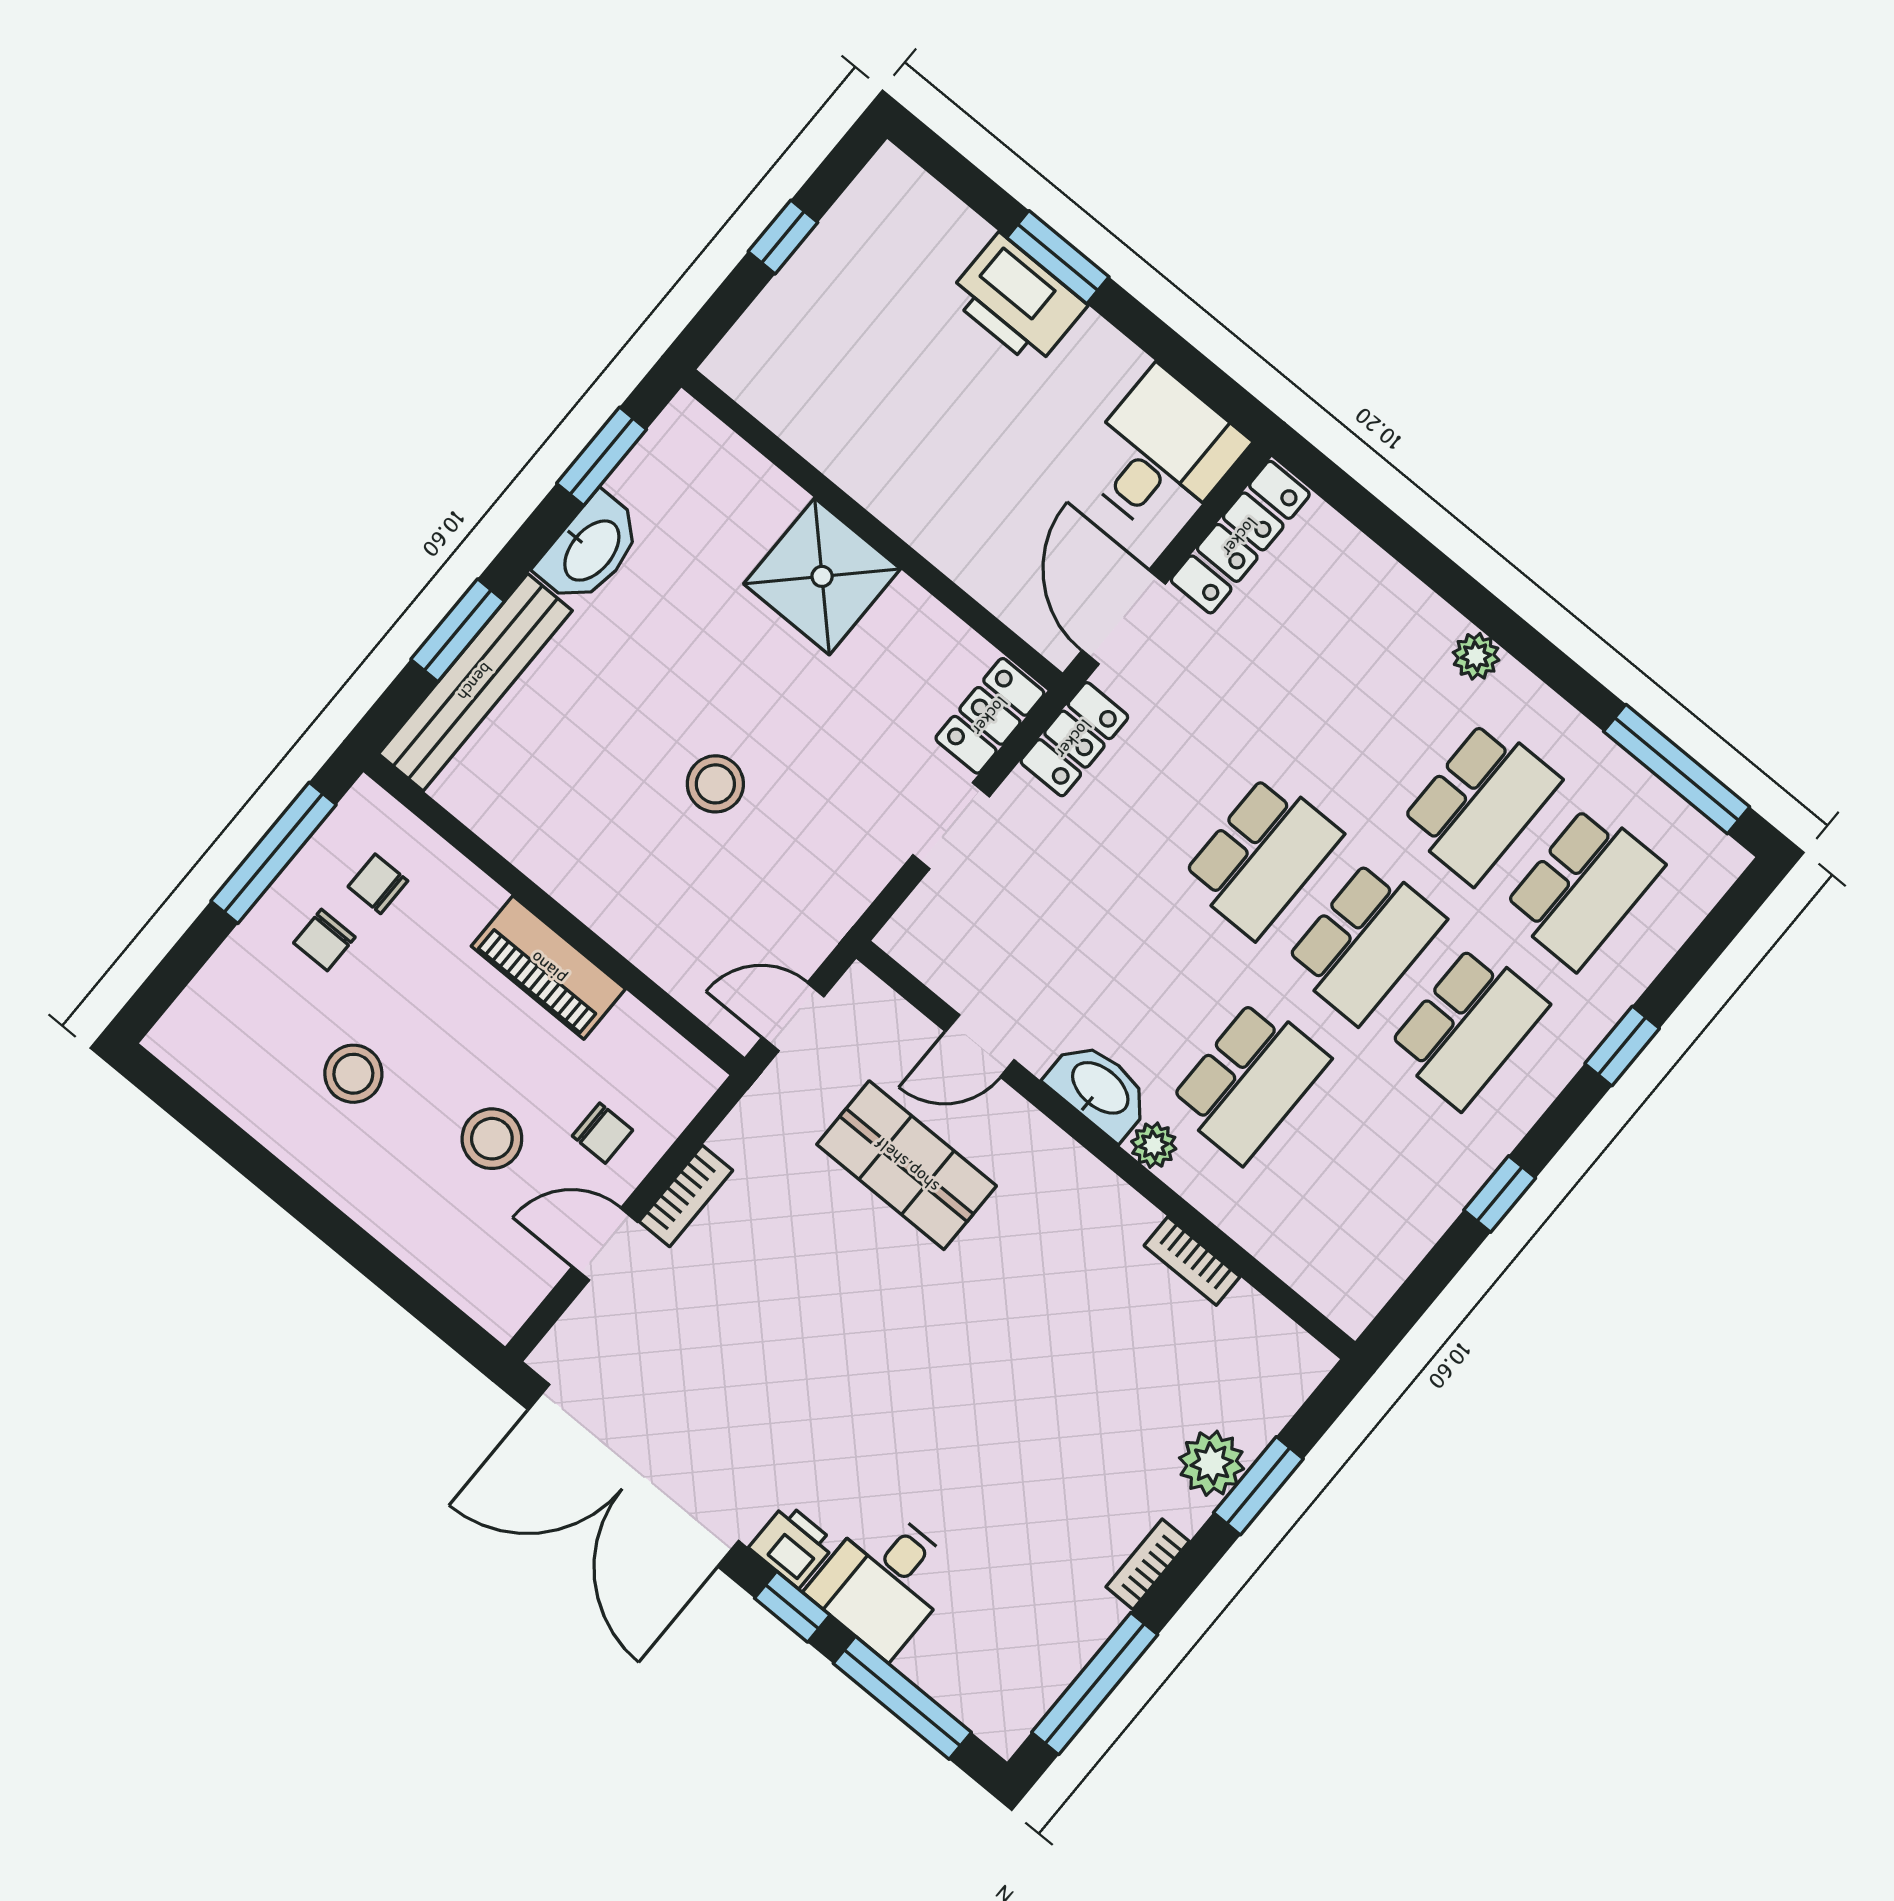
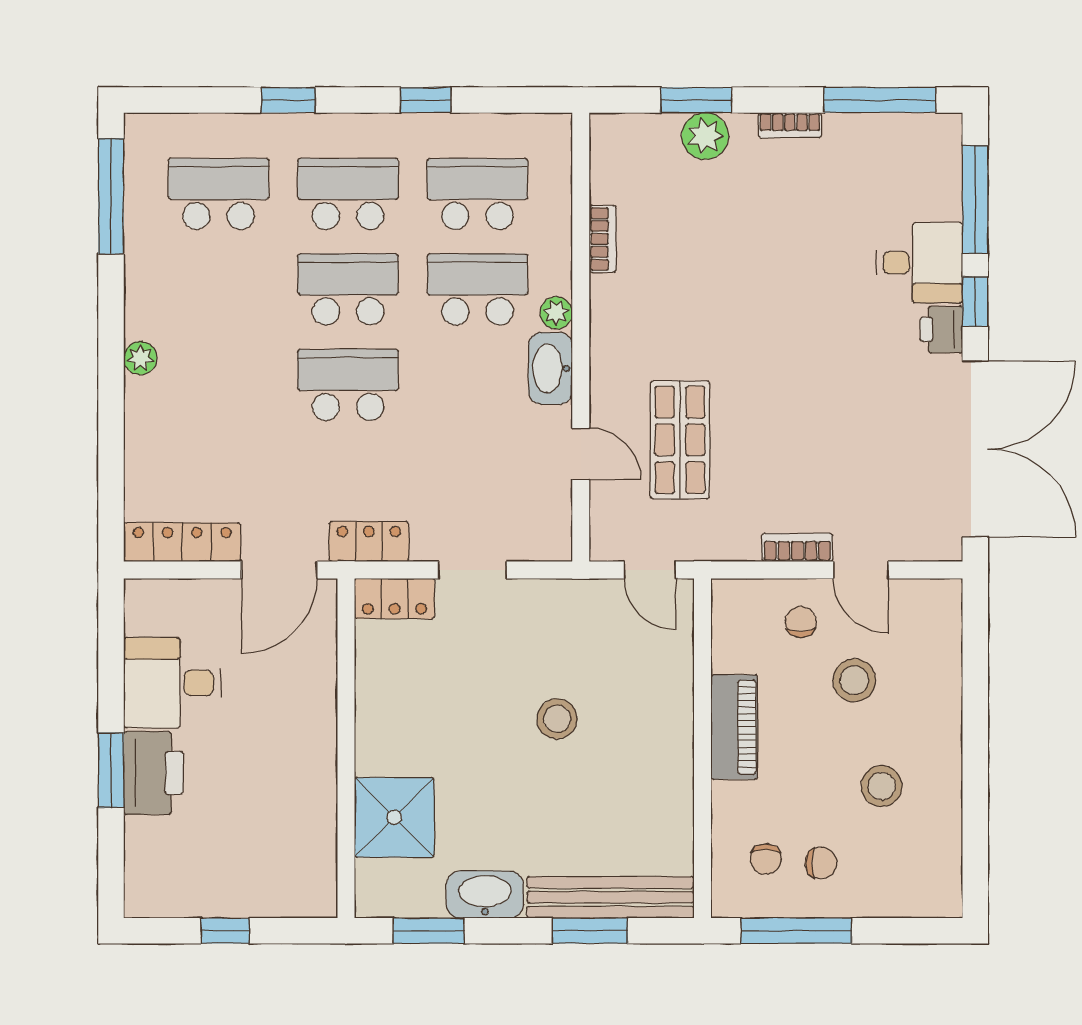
desk: (1161, 454) -> (172, 683), moved
shower: (822, 576) -> (394, 817), moved
school desk: (1480, 802) -> (477, 194), moved

